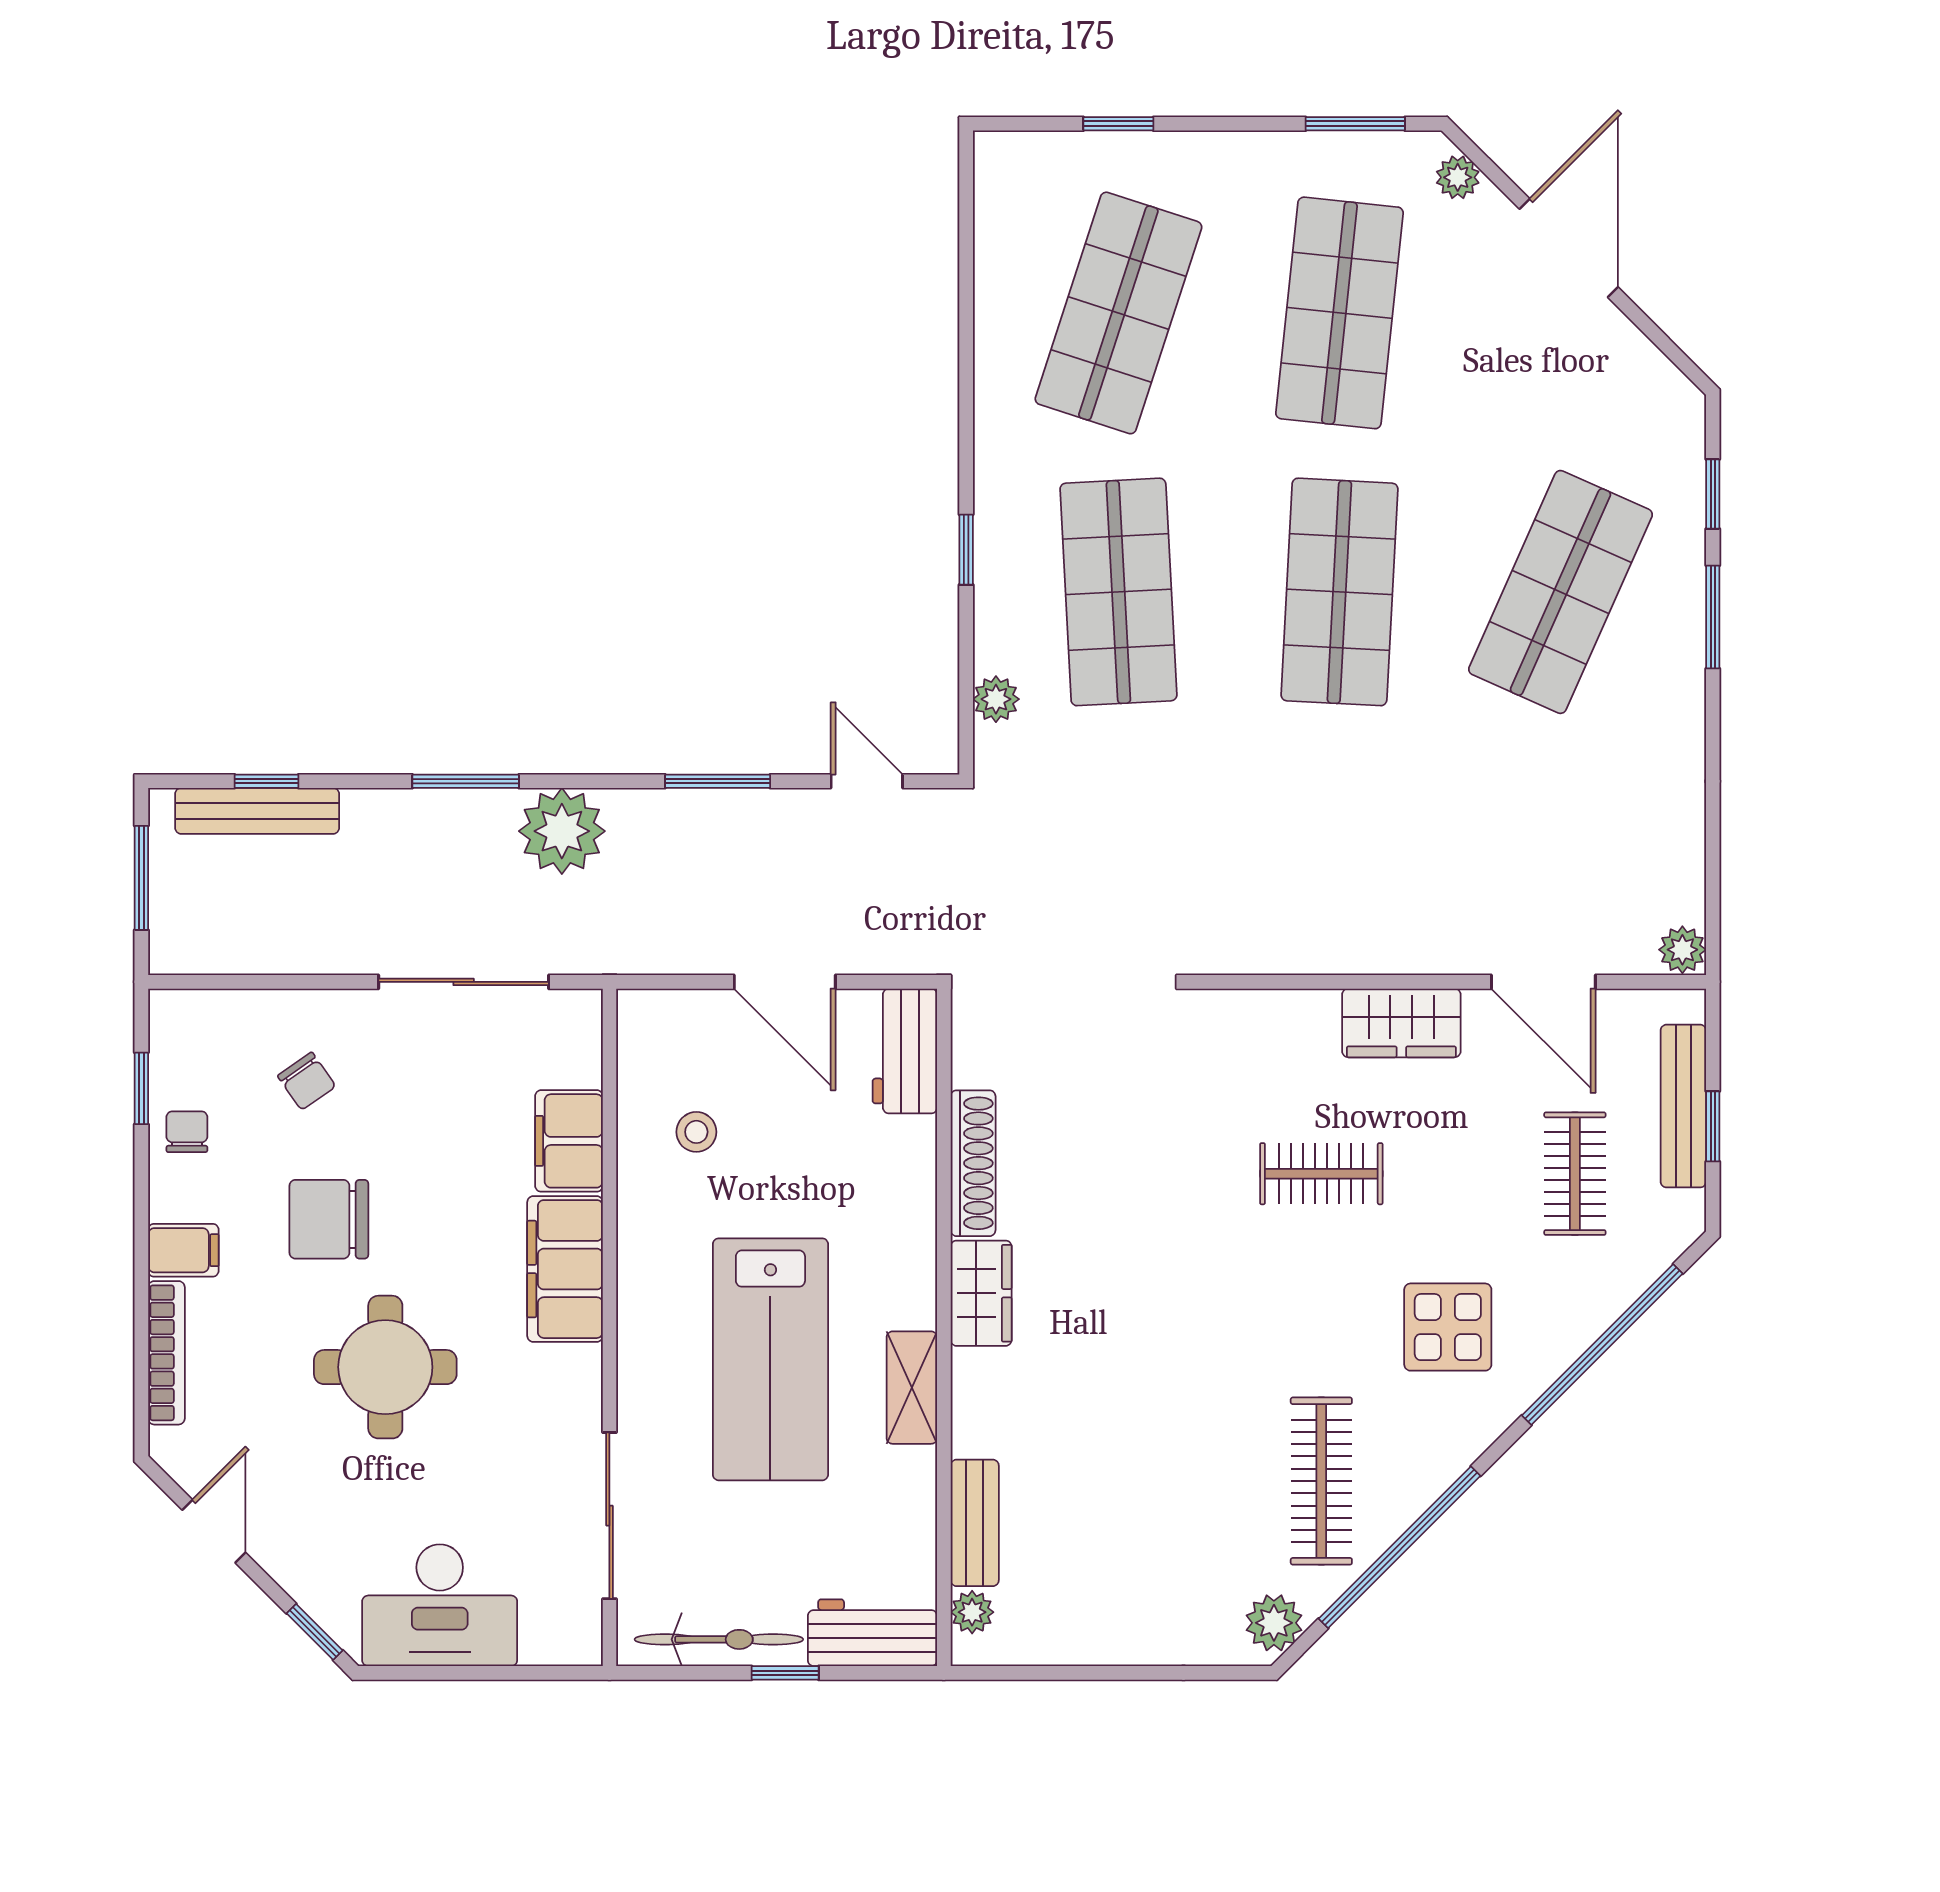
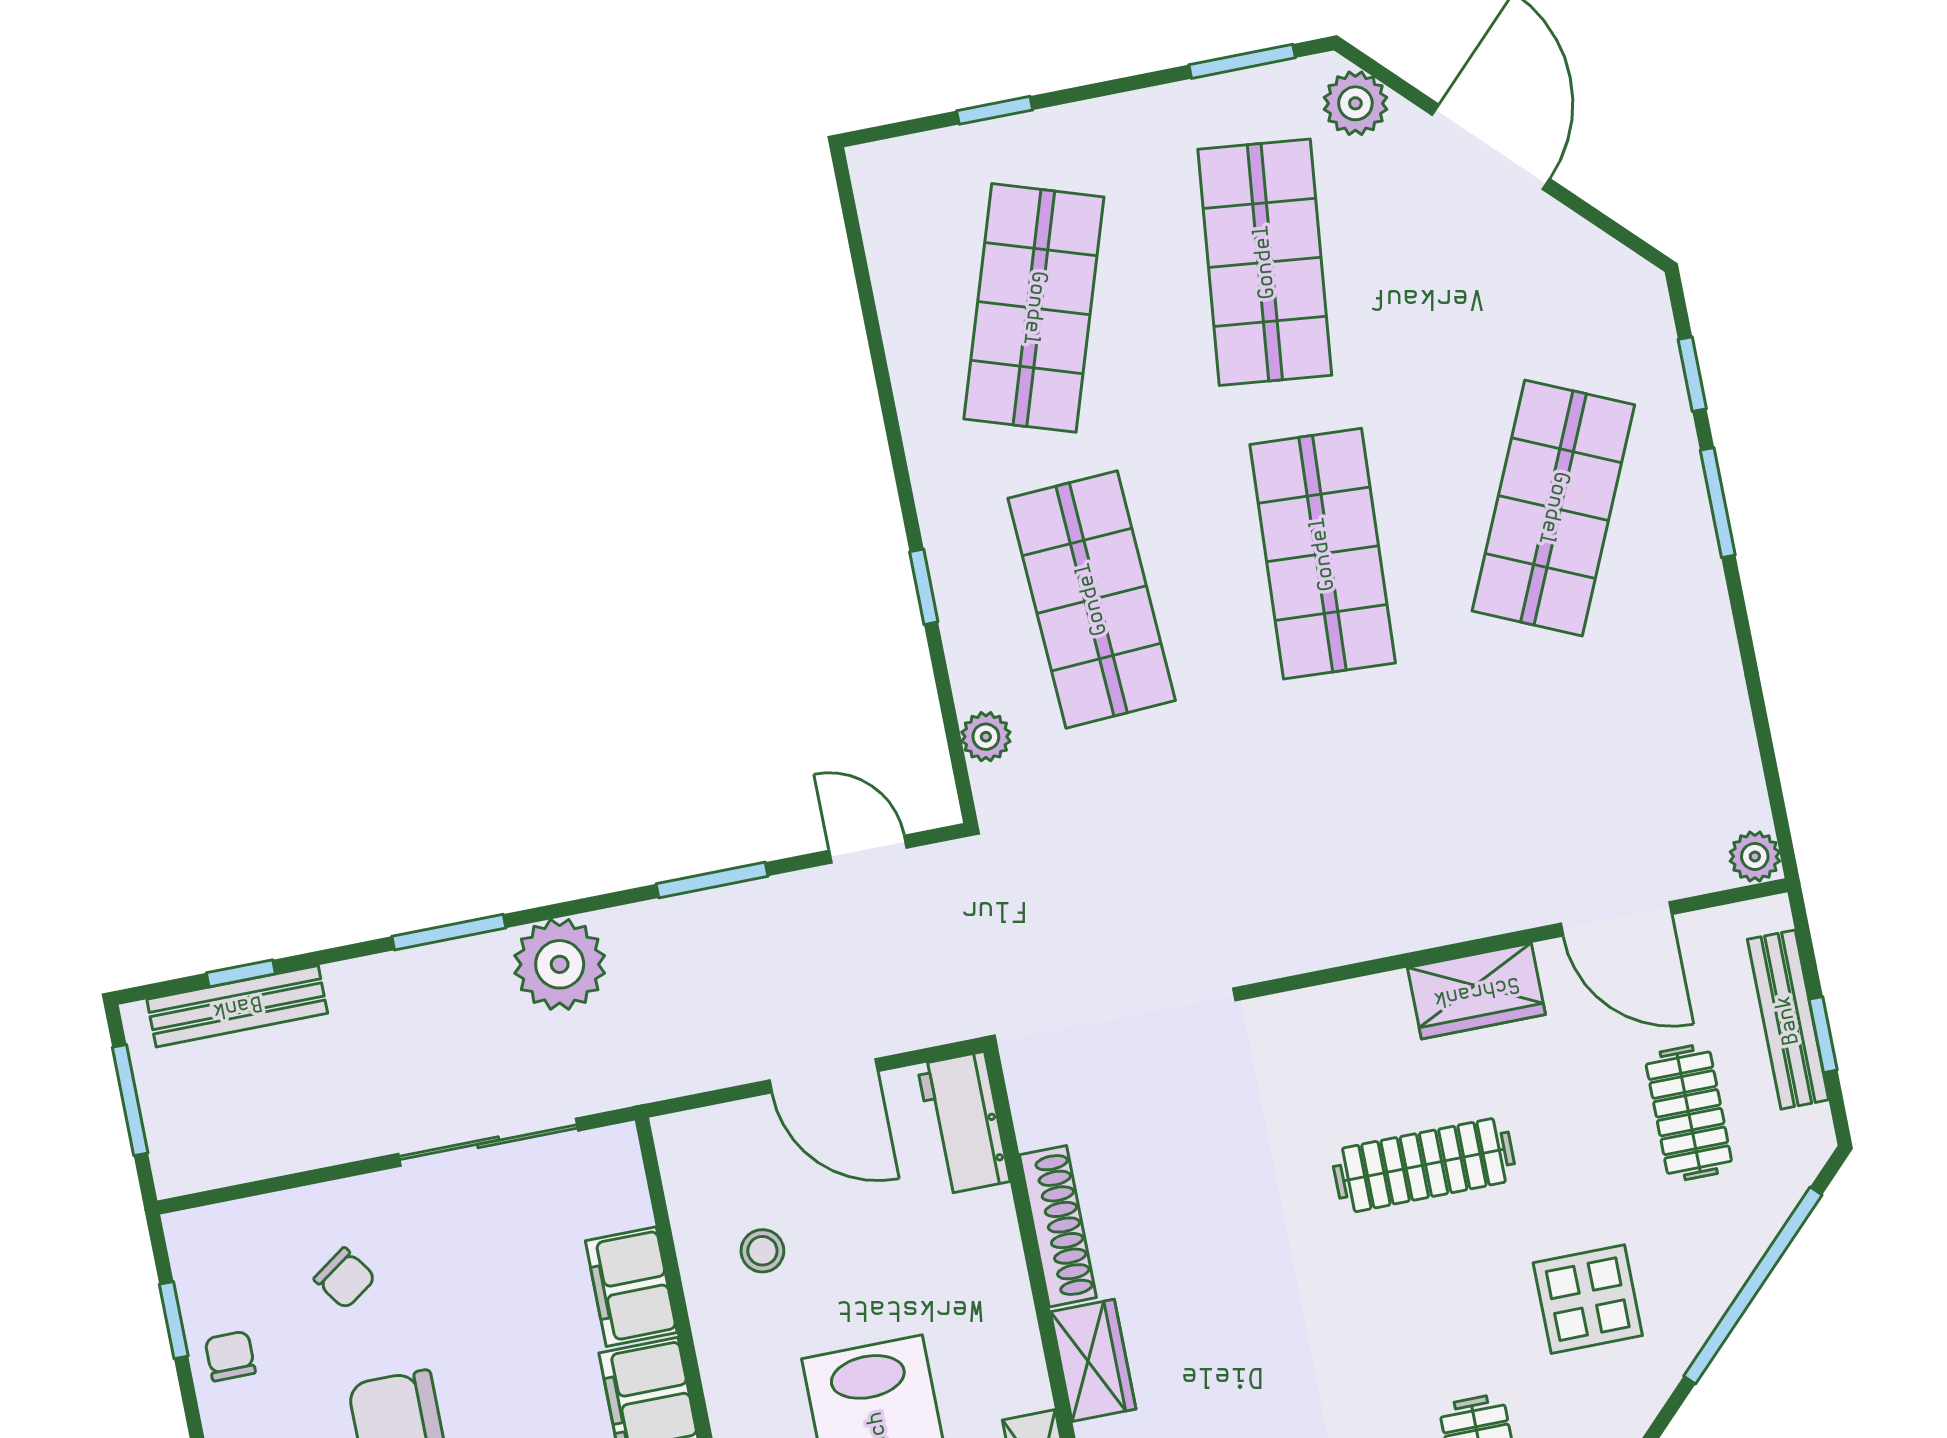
plant: (1458, 177) -> (1355, 103), width x1.38, depth x1.38
clothes rail: (1321, 1174) -> (1424, 1165), width x1.36

